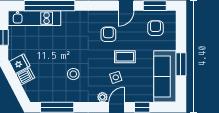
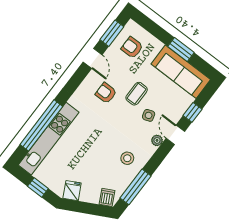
kitchen unit: (34, 18) -> (49, 139), width x1.36
stool: (73, 74) -> (127, 158), moved
dishwasher: (25, 76) -> (107, 197), moved

